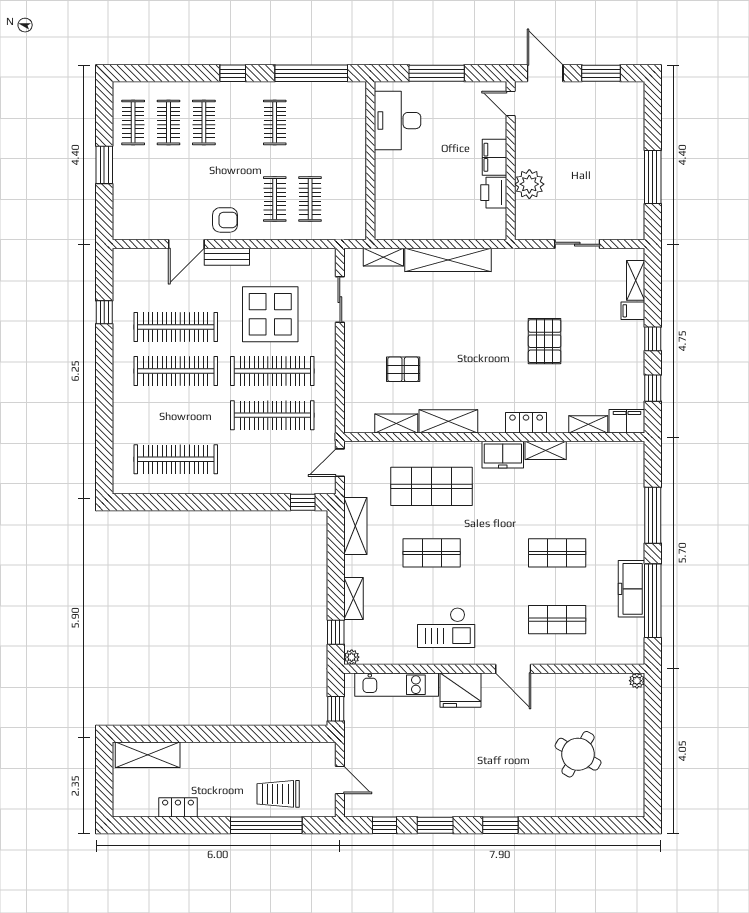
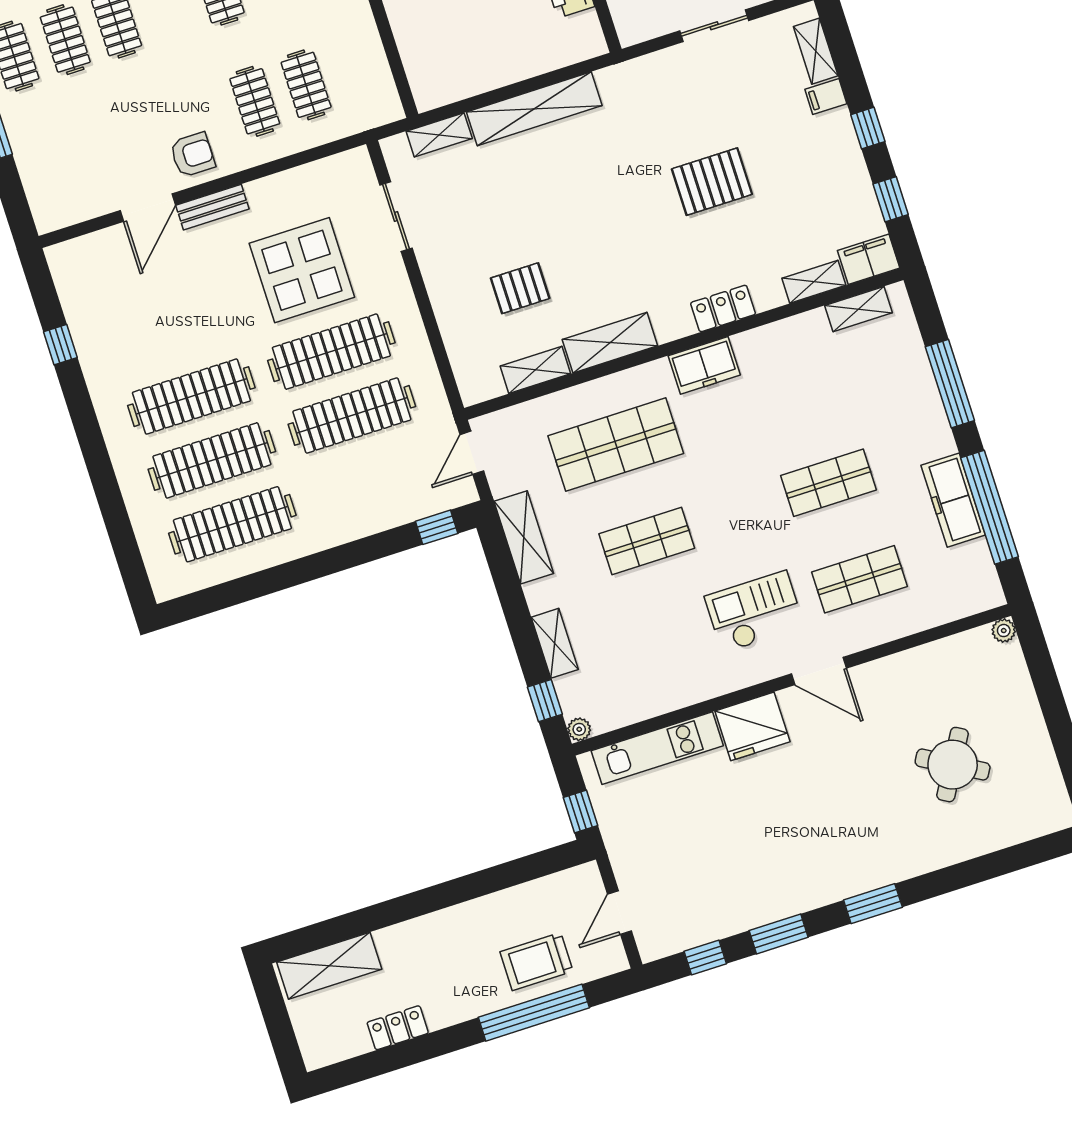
clothes rail: (176, 327) -> (212, 460), moved
pallet: (545, 341) -> (712, 182), turned 90
shelving: (546, 450) -> (859, 309), moved
checkout: (446, 628) -> (754, 612), moved, turned 180
door: (340, 780) -> (619, 913), swing flipped

